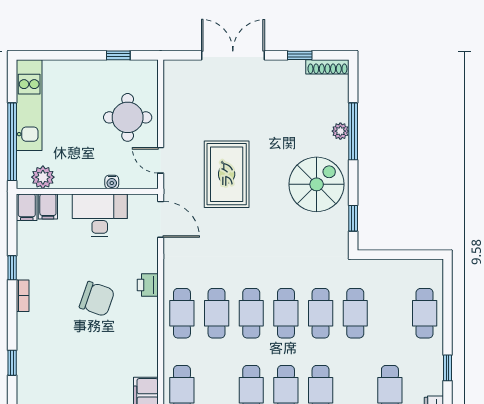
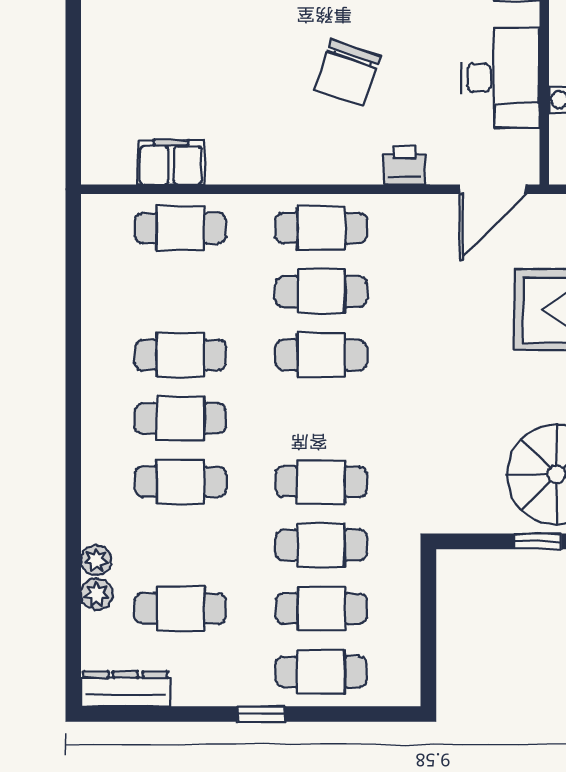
window: (353, 218) -> (538, 541), moved
printer: (148, 285) -> (404, 166), moved
cafe table: (286, 313) -> (321, 609), moved
window: (448, 368) -> (261, 714), moved

